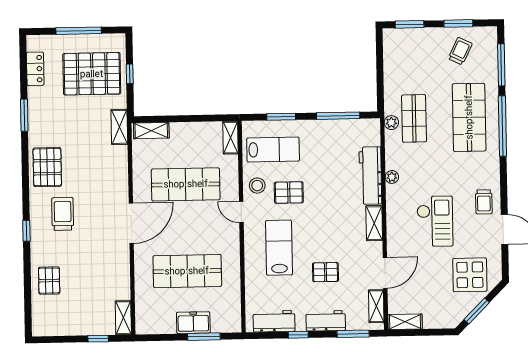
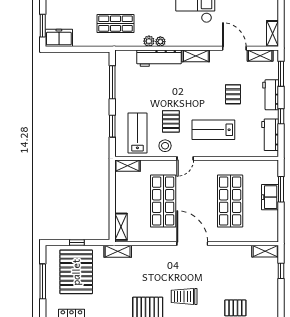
freezer: (394, 46) -> (59, 38), added
plant: (391, 123) -> (149, 41), moved

